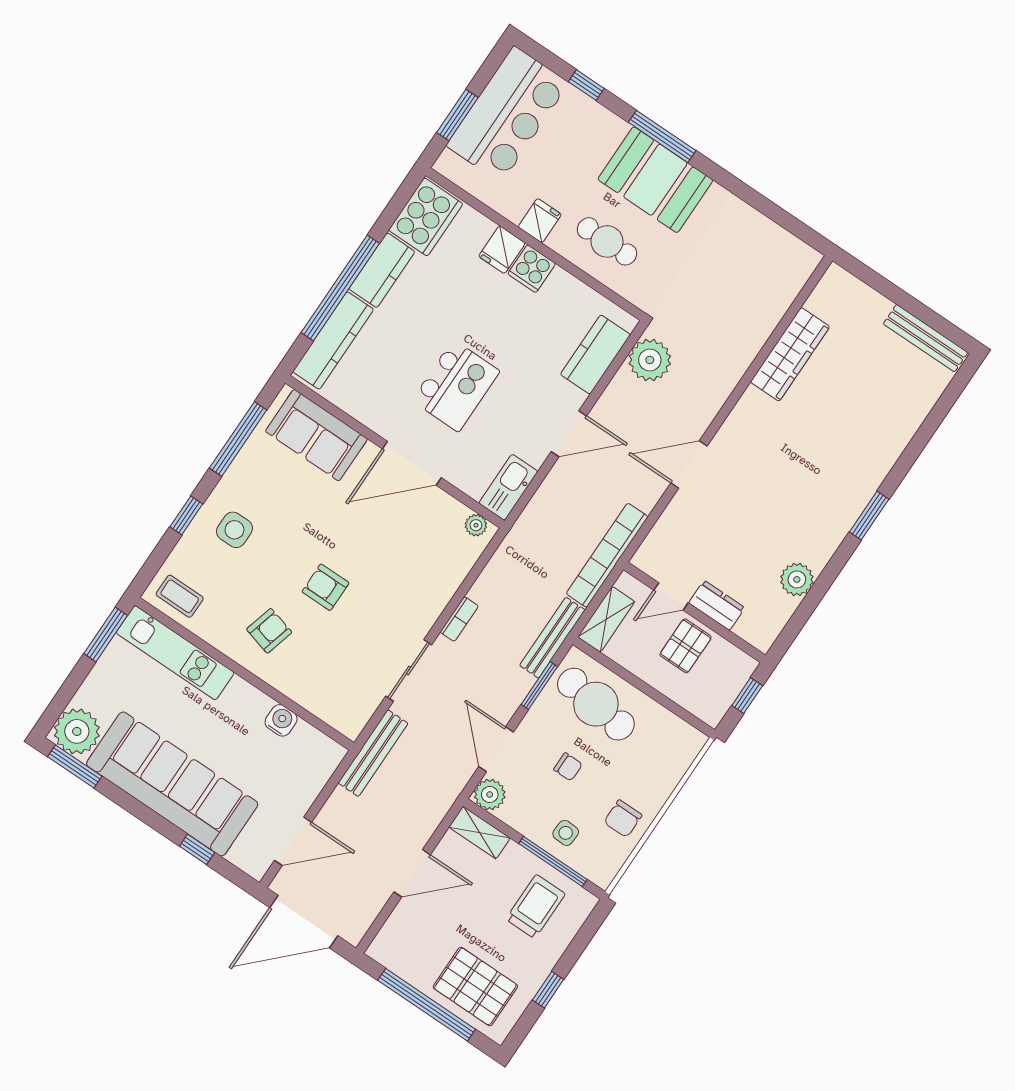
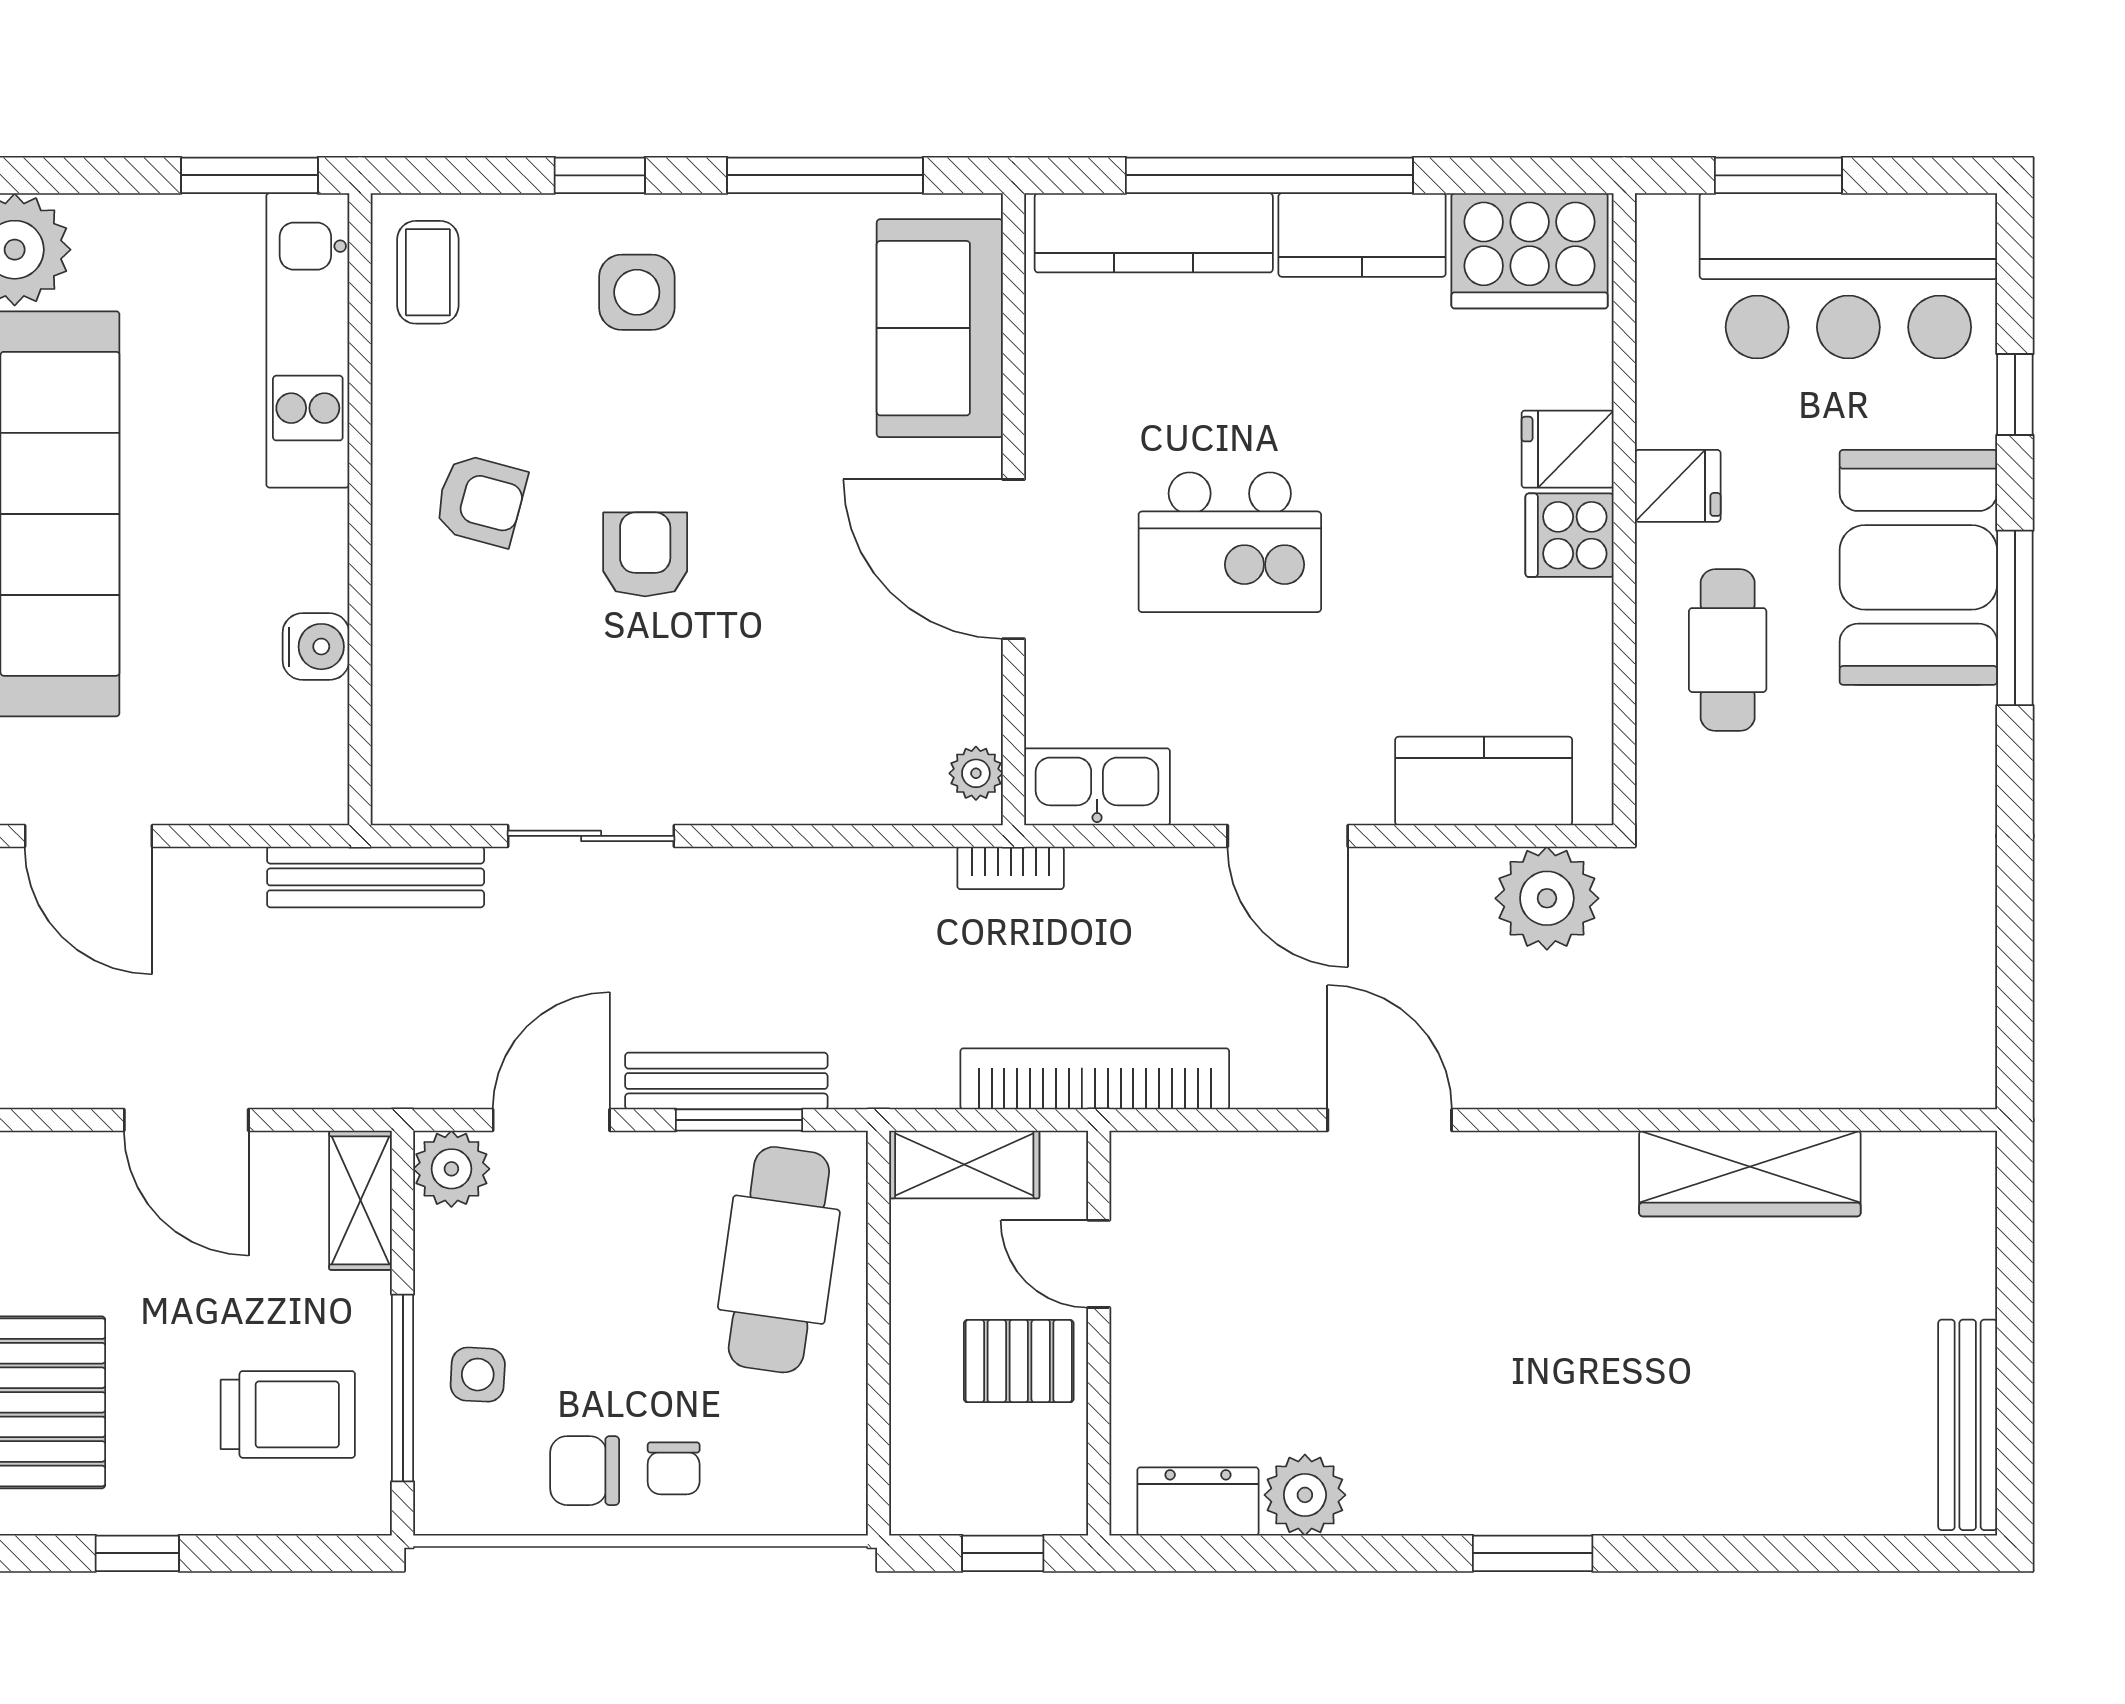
booth: (655, 180) -> (1918, 567), moved
dresser: (717, 605) -> (1198, 1501), moved, turned -90
bookcase: (459, 619) -> (1011, 868), moved
bench: (552, 638) -> (726, 1081), moved
chair: (568, 767) -> (674, 1468), moved

